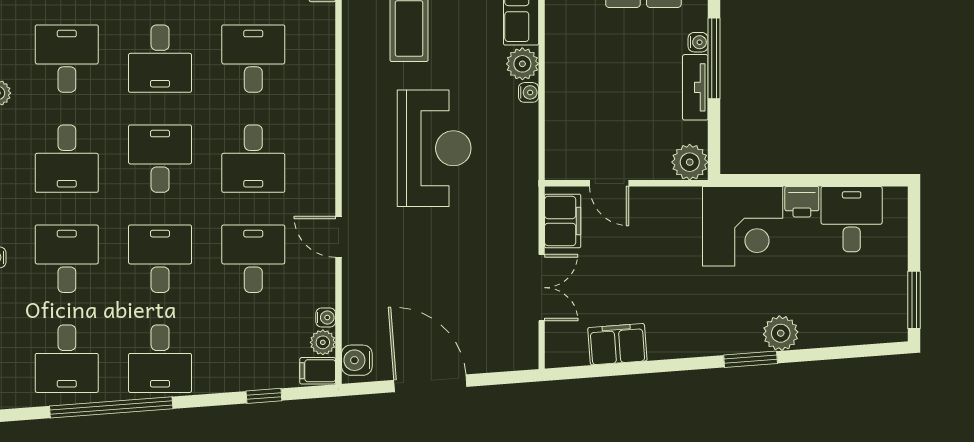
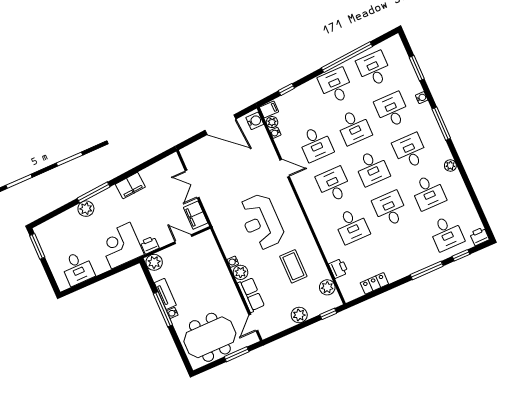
printer: (802, 202) -> (150, 245), moved
desk: (67, 259) -> (392, 110), turned 180
filing cabinet: (617, 344) -> (130, 186), moved
window: (751, 359) -> (94, 192), width x1.44

